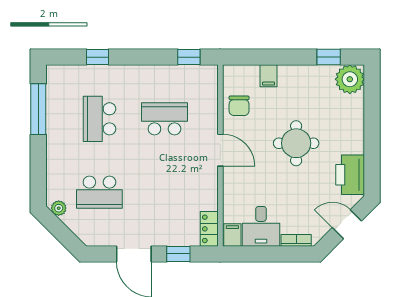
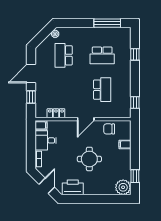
school desk: (99, 119) -> (102, 55), turned 180
locker: (209, 229) -> (56, 113), moved

